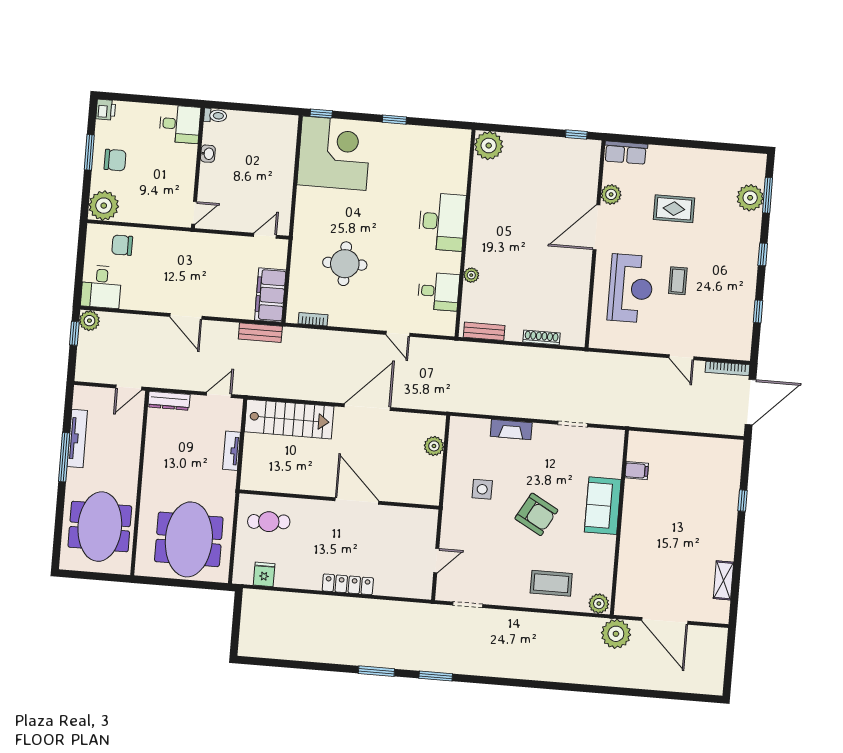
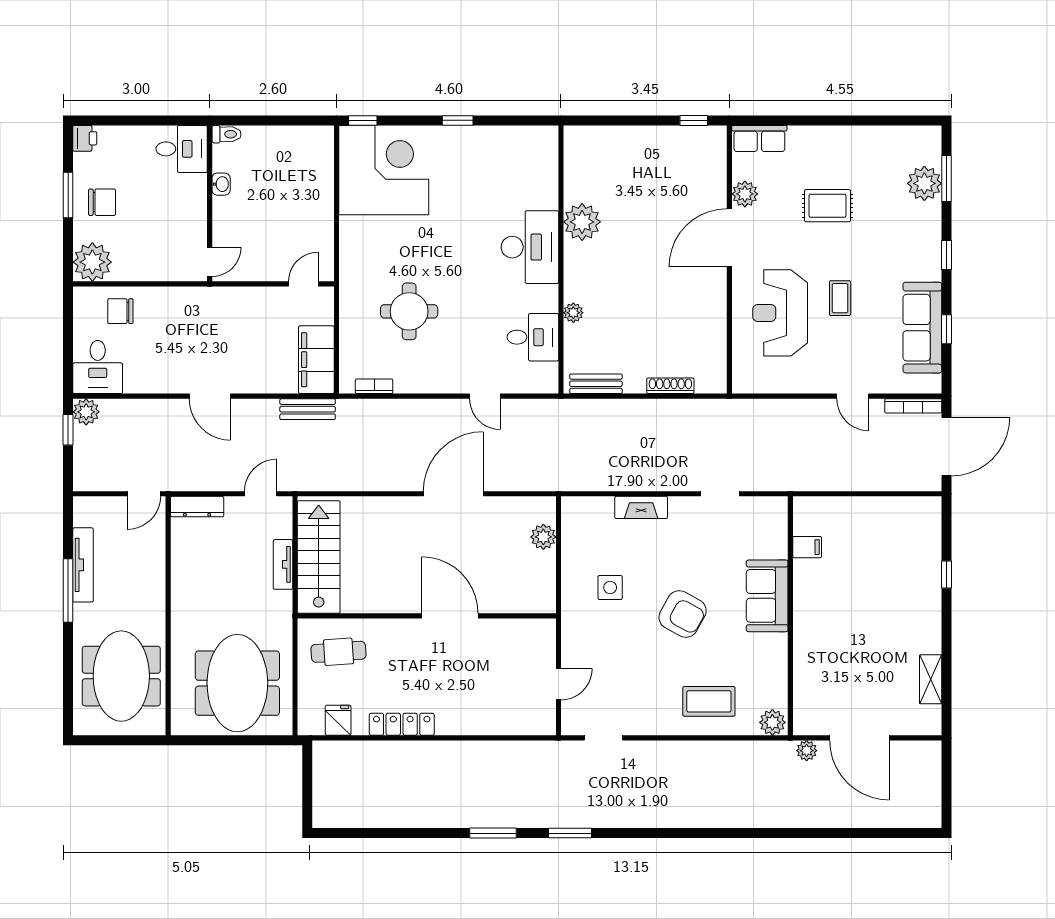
plant: (489, 146) -> (582, 222), moved
reception desk: (631, 288) -> (780, 313), turned 180
sofa: (739, 309) -> (922, 328), added
stairs: (289, 419) -> (319, 557), moved, turned -90
locker: (348, 584) -> (402, 724), moved
plant: (616, 634) -> (807, 751), width x0.53, depth x0.53

